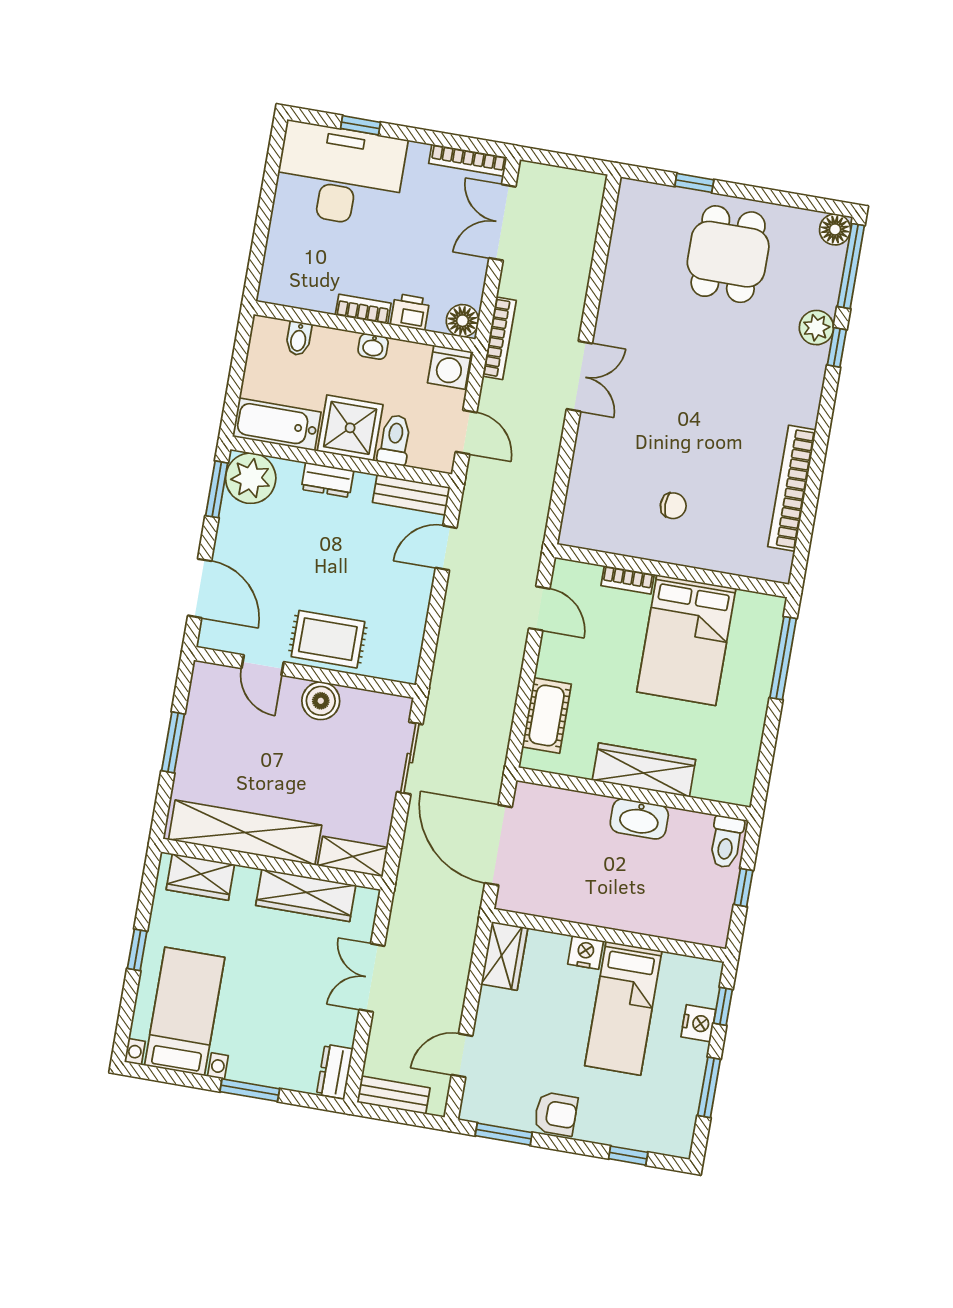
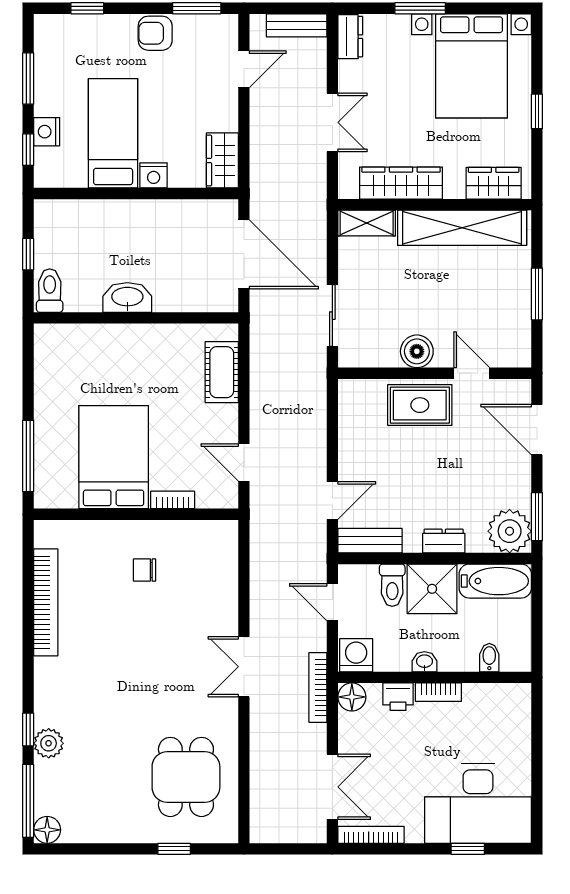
dining table: (728, 254) -> (186, 777), moved
wardrobe: (644, 770) -> (131, 340), removed
bed with nightstands: (185, 1011) -> (471, 66), width x1.36

